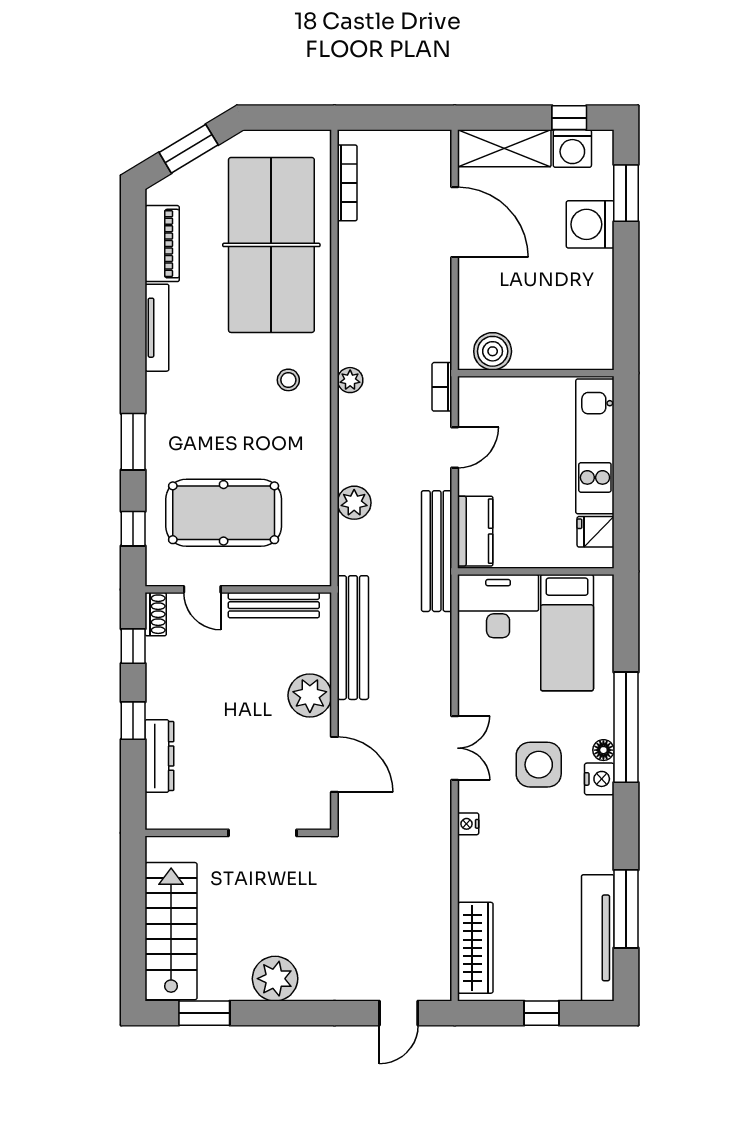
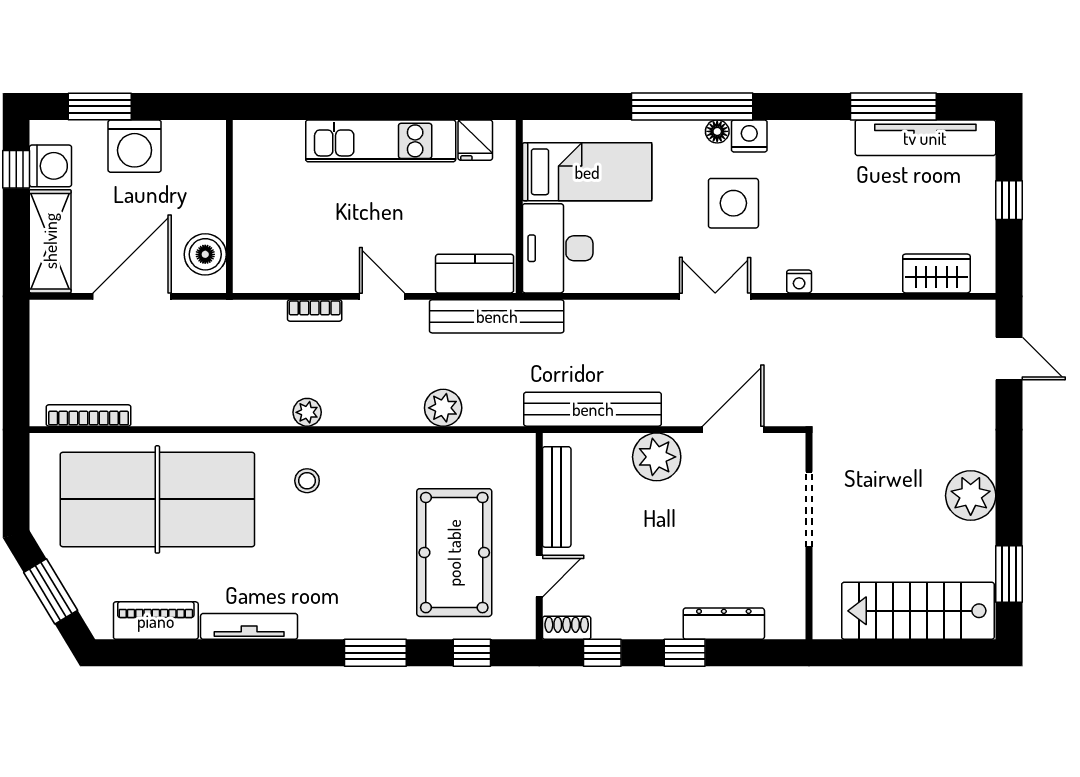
boiler: (493, 351) -> (205, 254), moved
wall: (536, 373) -> (229, 206), moved
wardrobe: (475, 948) -> (936, 273), width x0.67

